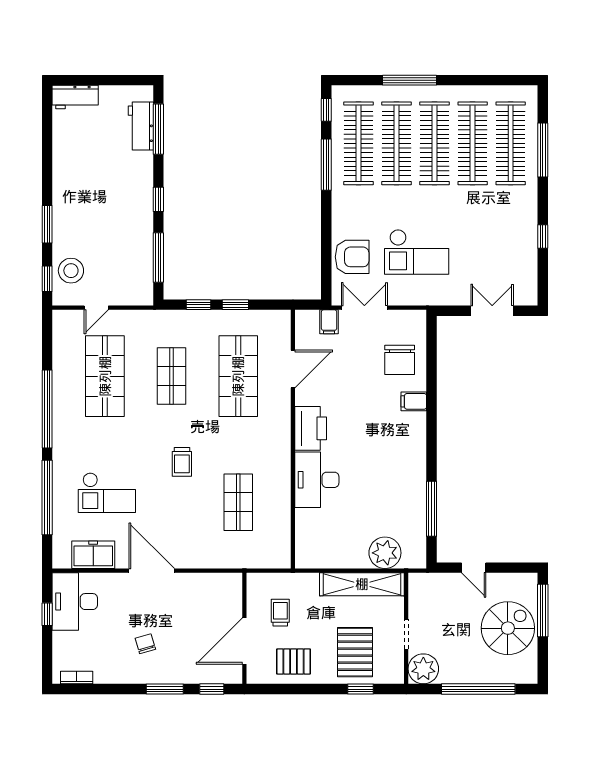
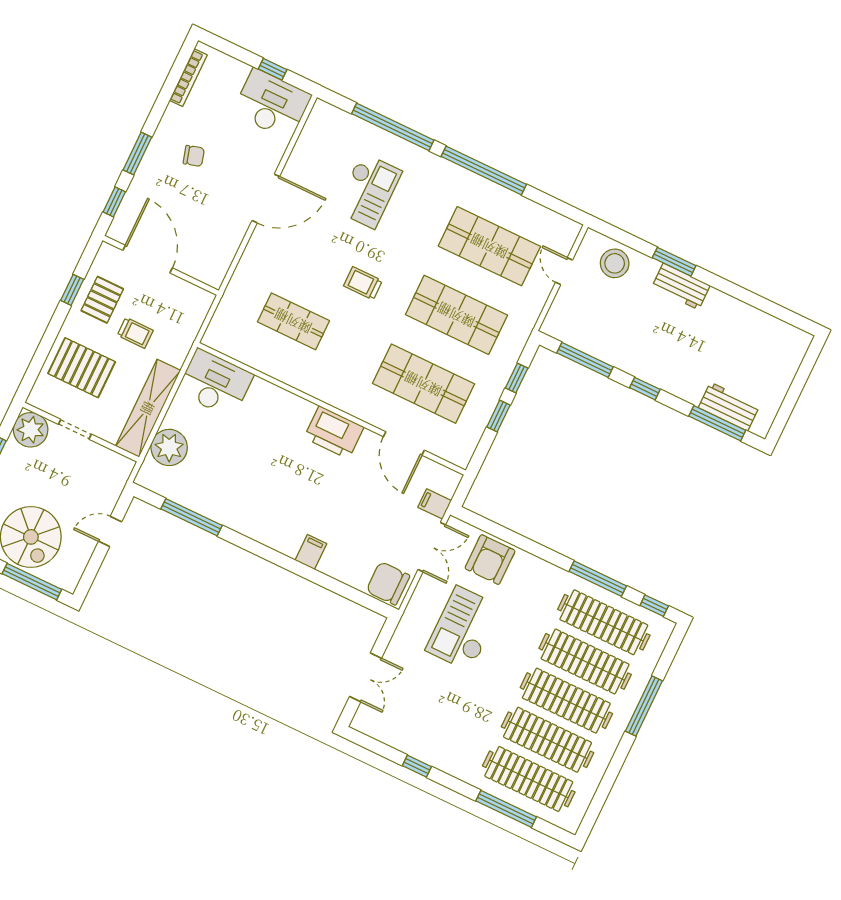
workbench: (75, 97) -> (681, 286), moved, turned -90
window: (47, 279) -> (618, 235), removed
chair: (400, 360) -> (388, 583), moved
shop shelf: (172, 376) -> (456, 315), width x1.43, depth x1.36
desk: (317, 480) -> (215, 383), moved
checkout: (107, 493) -> (368, 191), turned 180
freezer: (93, 555) -> (311, 146), removed
trolley: (280, 613) -> (135, 333), moved
bookcase: (77, 678) -> (188, 78), width x1.56
window: (361, 689) -> (72, 290), moved

